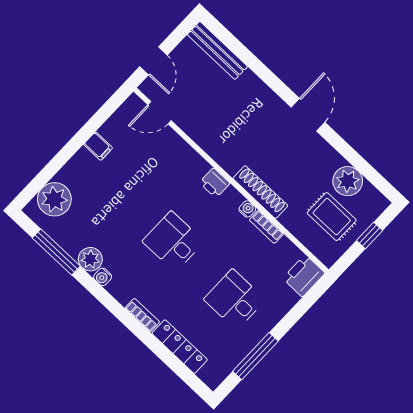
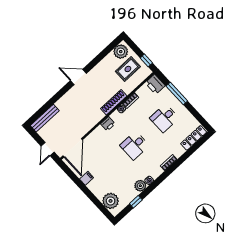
door: (153, 61) -> (48, 149), swing flipped
door: (159, 113) -> (73, 148), width x1.87
plant: (348, 181) -> (121, 52), moved
window: (369, 236) -> (146, 60), moved
window: (56, 252) -> (136, 202), width x0.46
locker: (180, 347) -> (194, 138), moved
window: (255, 356) -> (177, 94), moved

